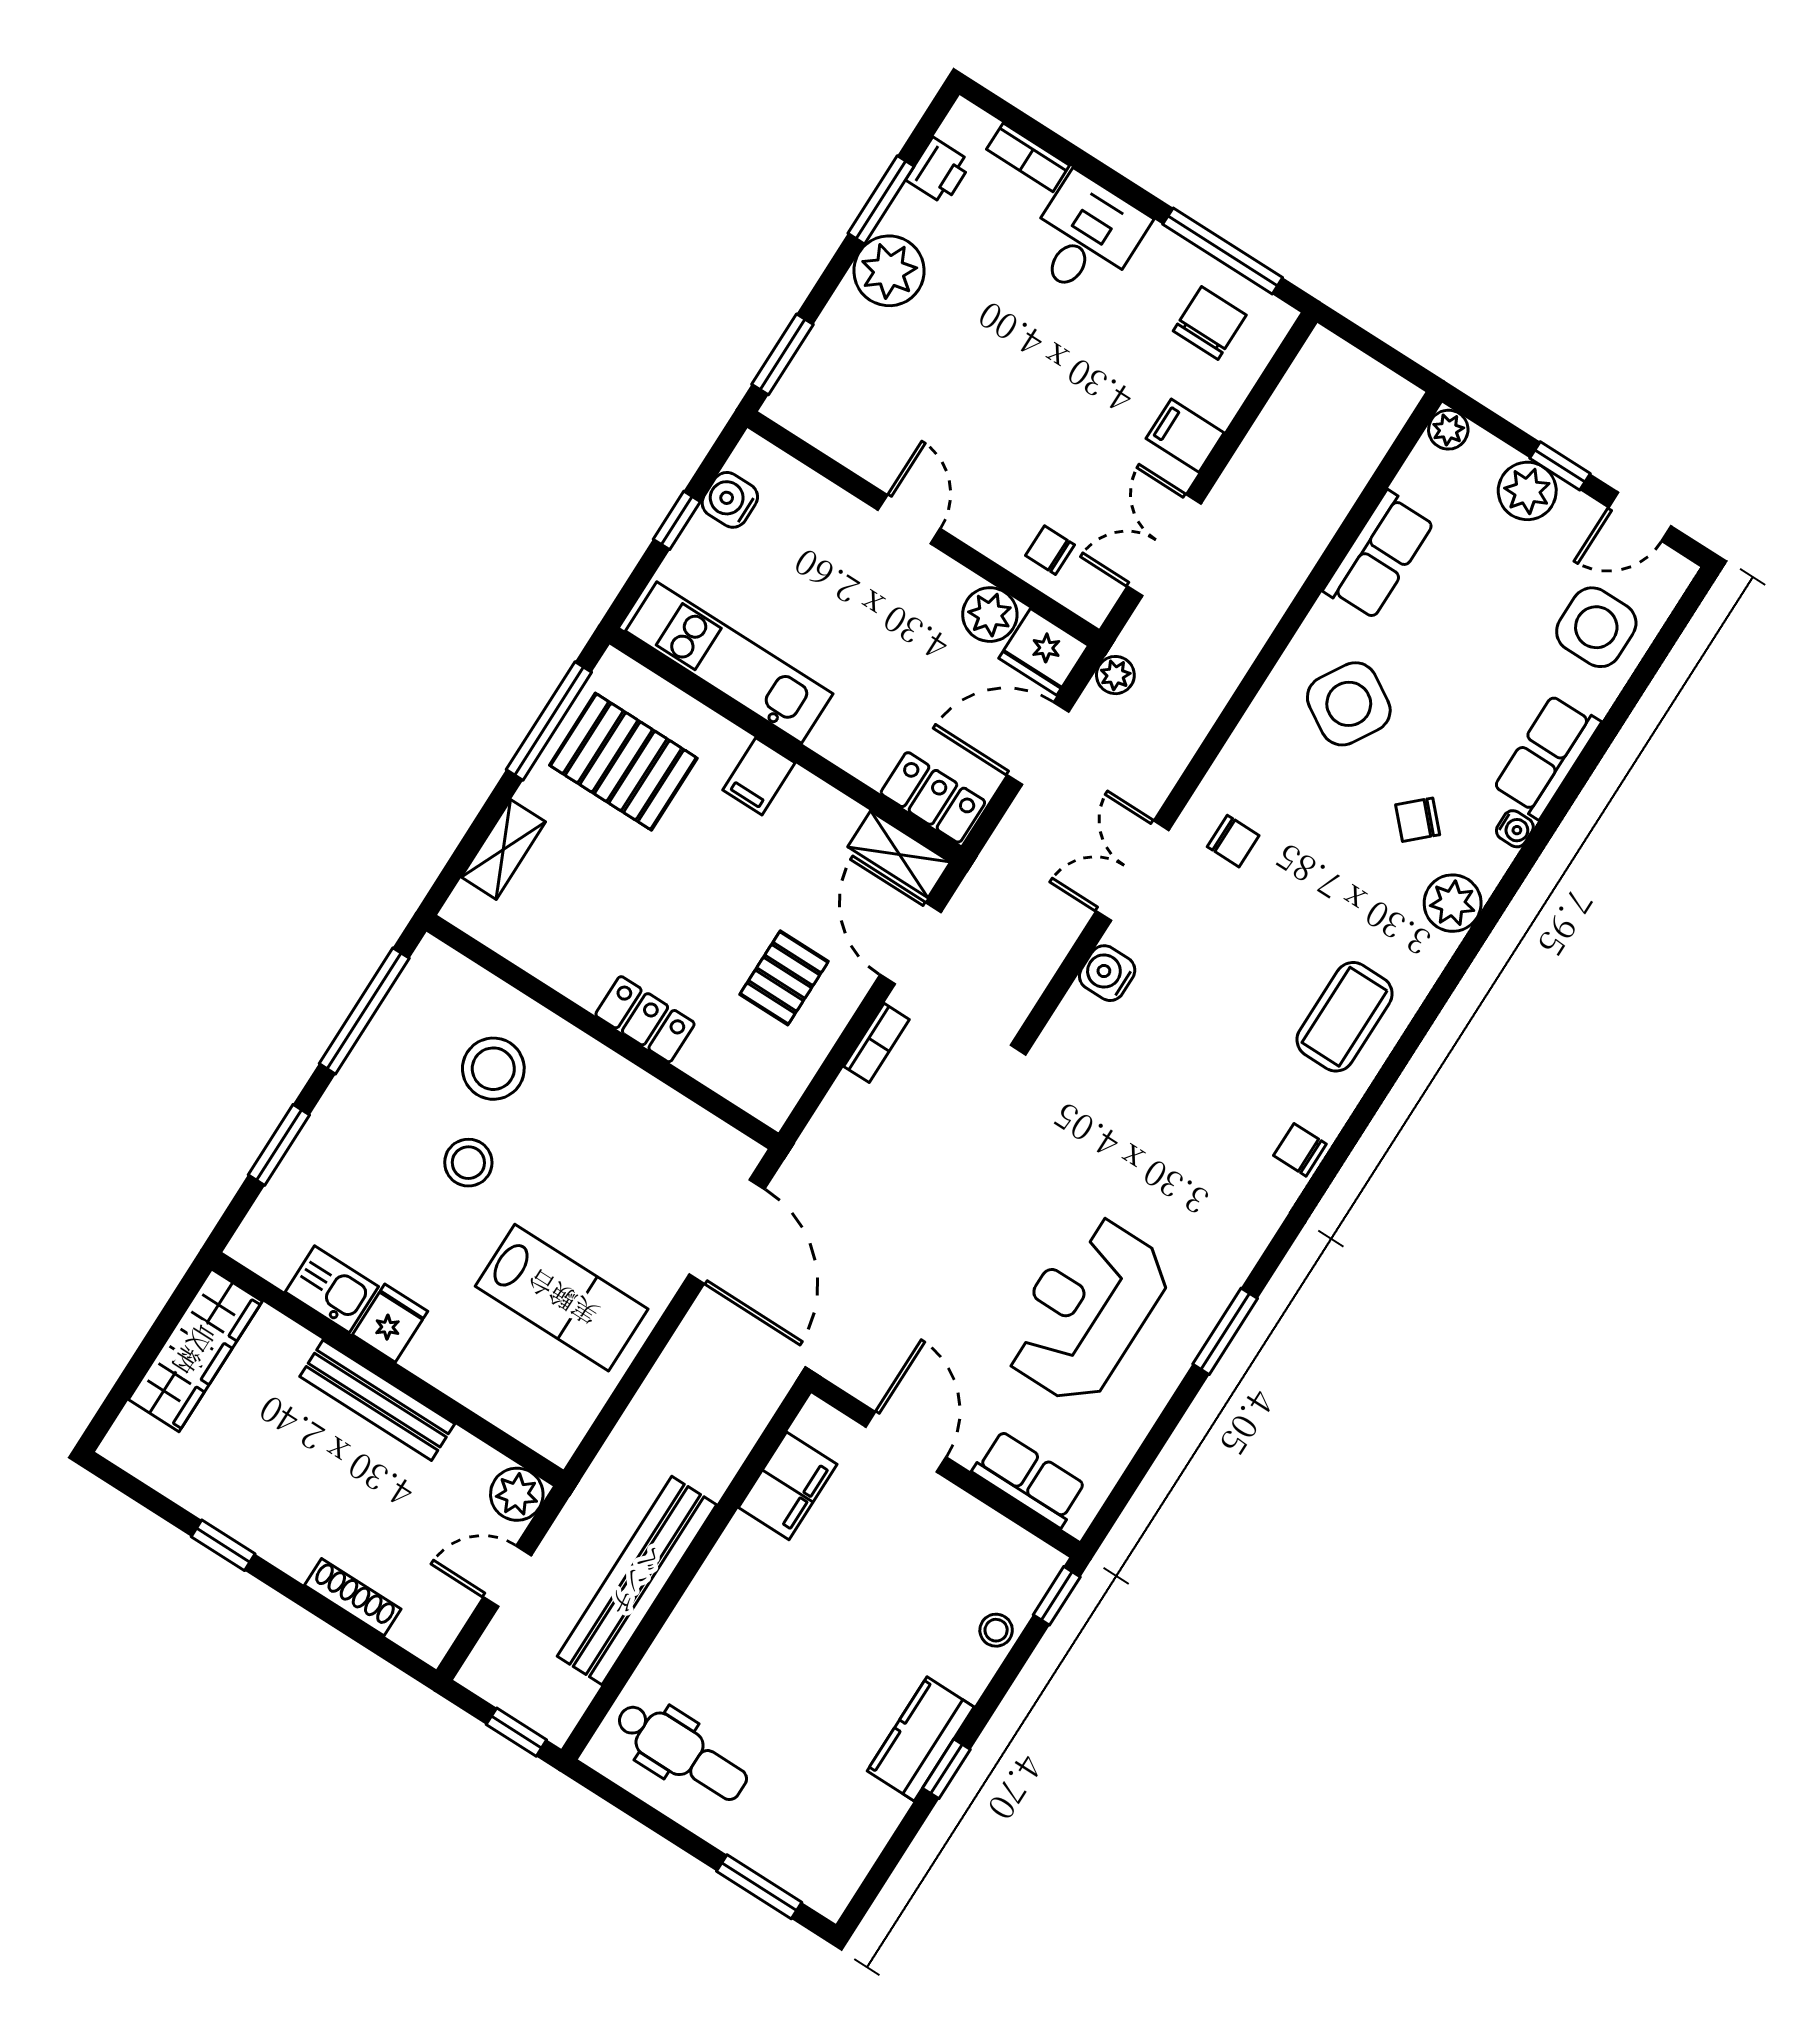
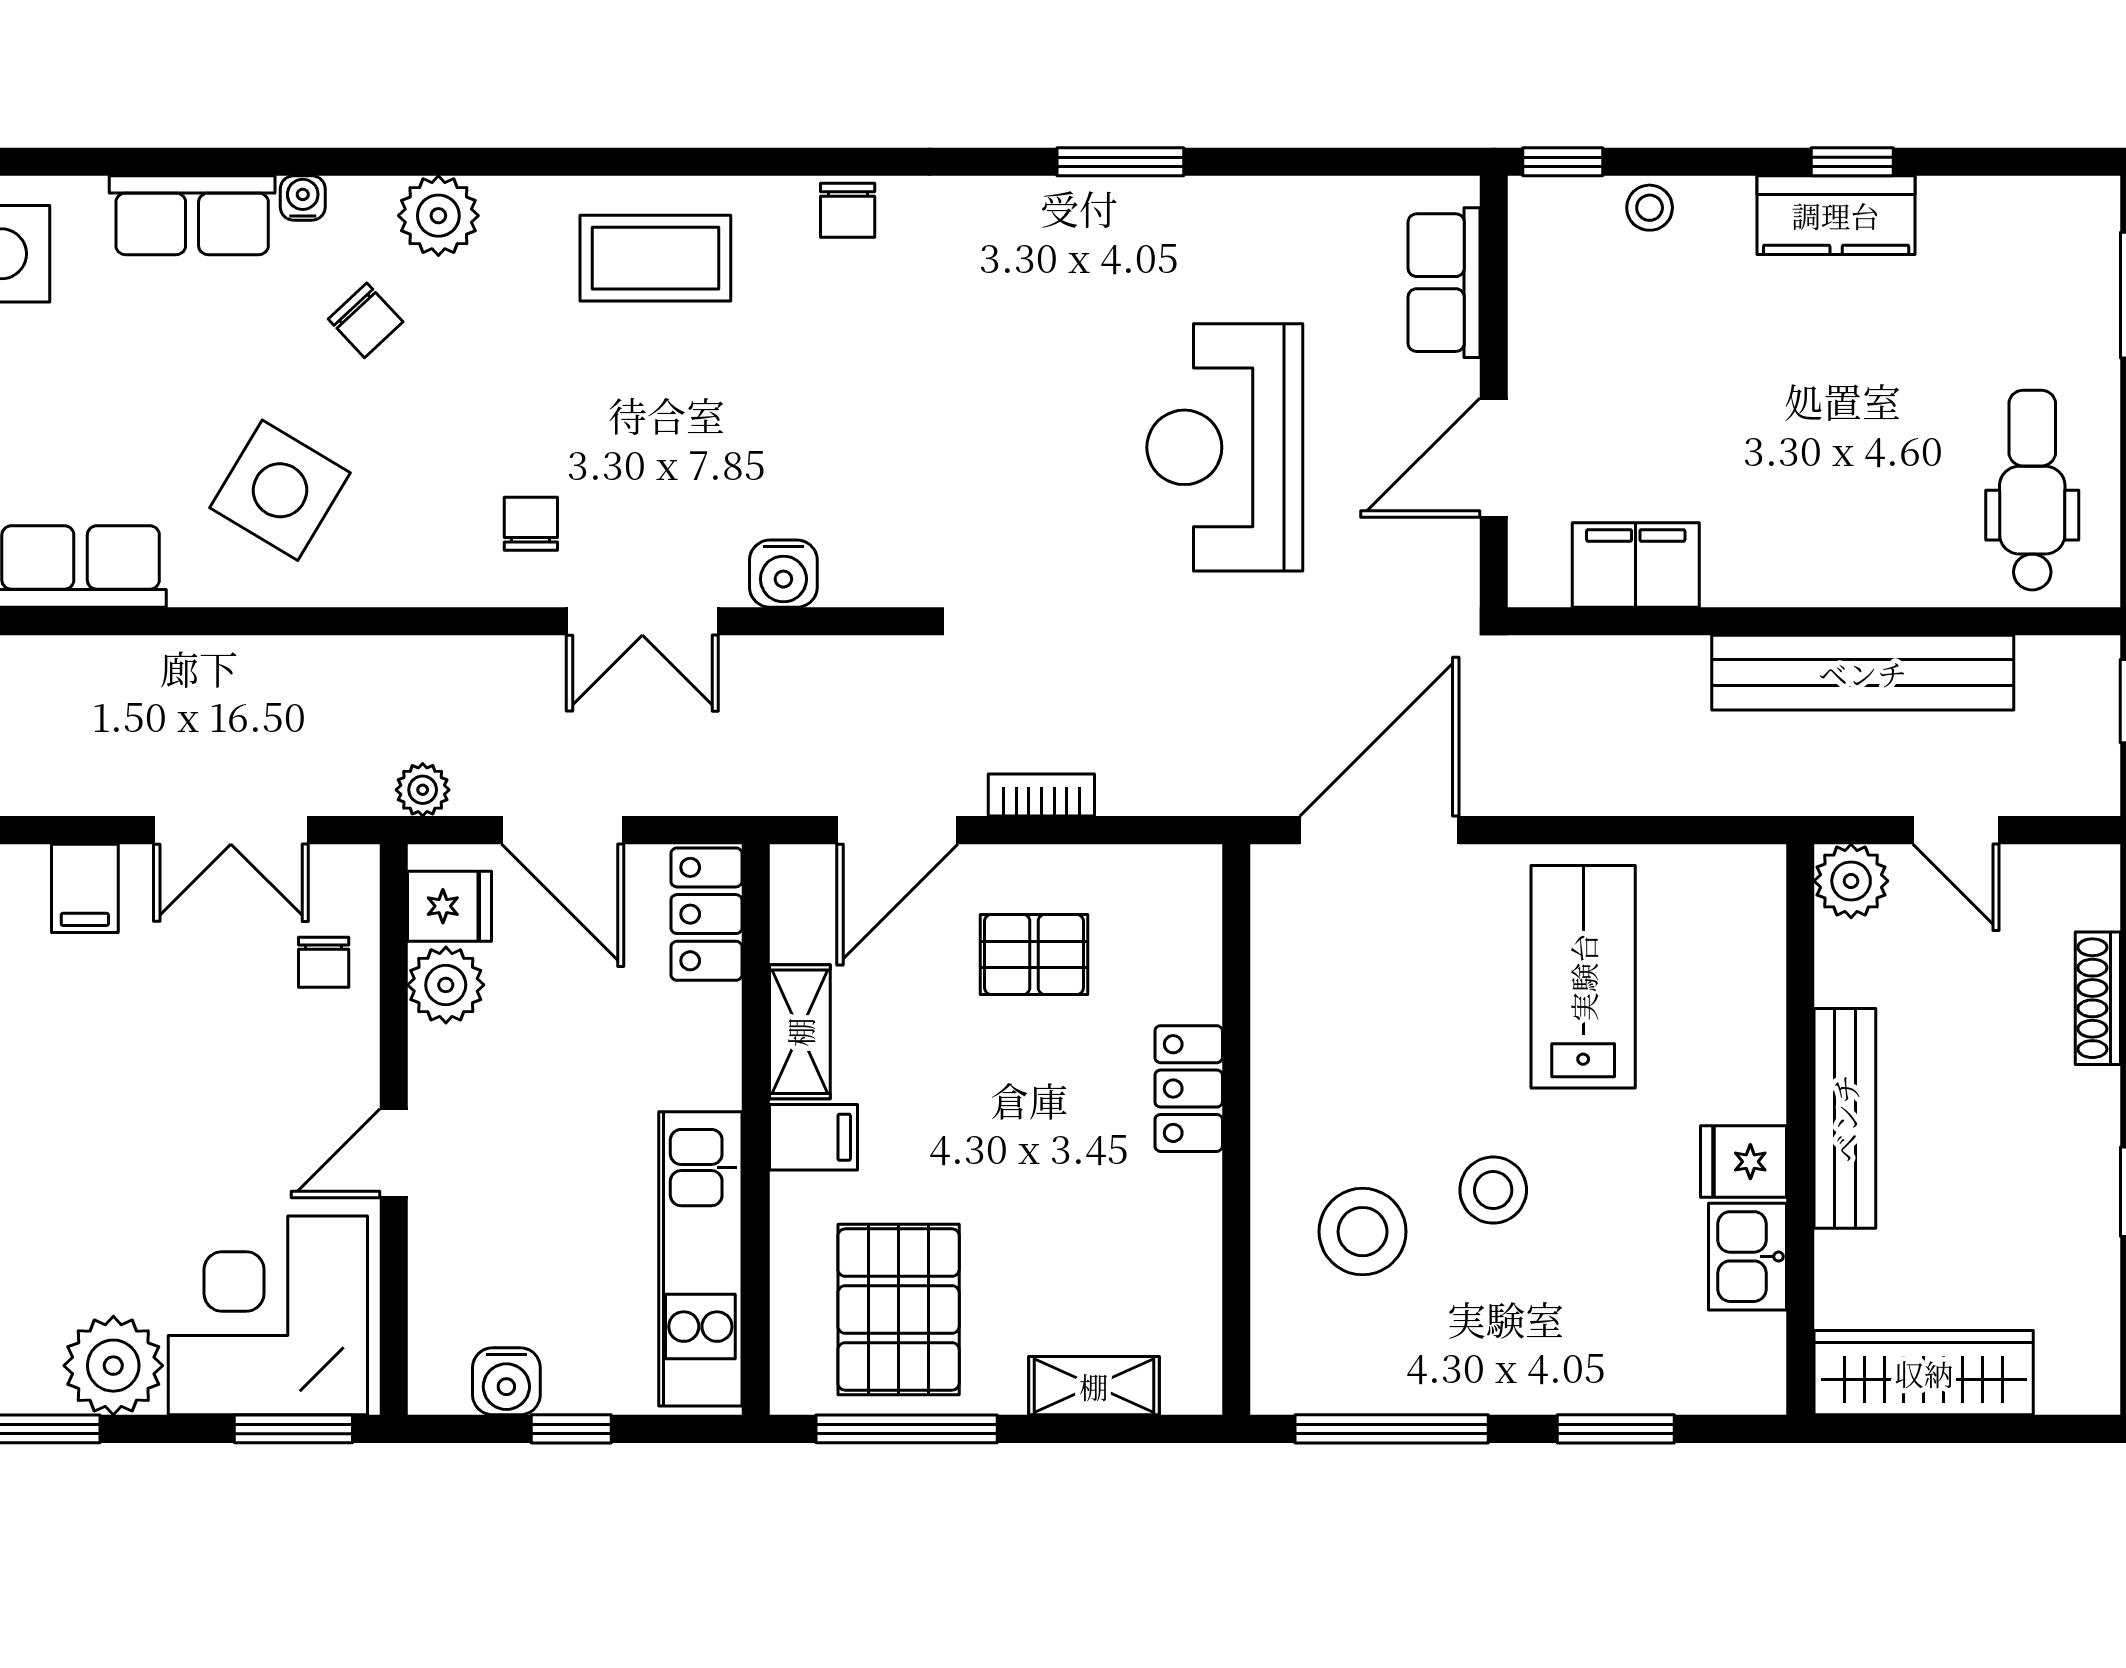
corner desk: (860, 382) -> (268, 1315), added
fridge: (1044, 652) -> (450, 906), width x0.72
shelving: (899, 854) -> (800, 1032), moved
reception desk: (1086, 1310) -> (1225, 447), moved, turned 90

